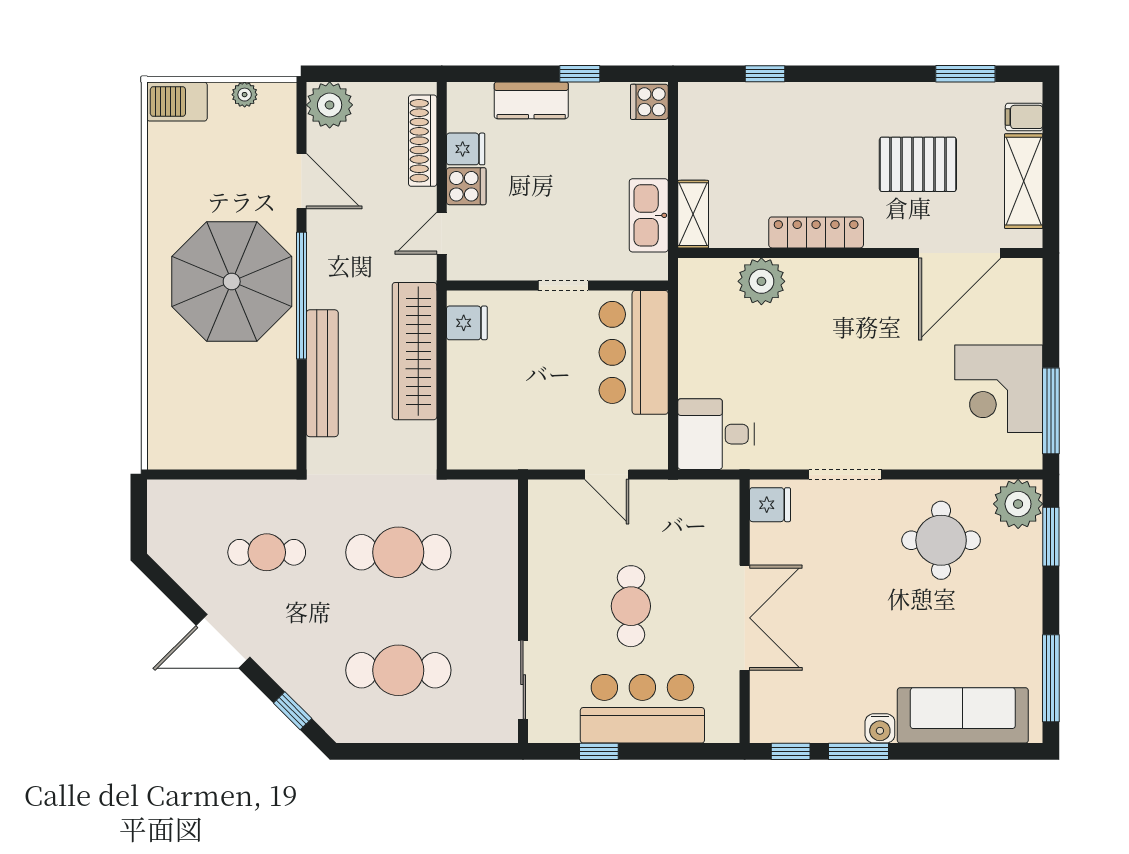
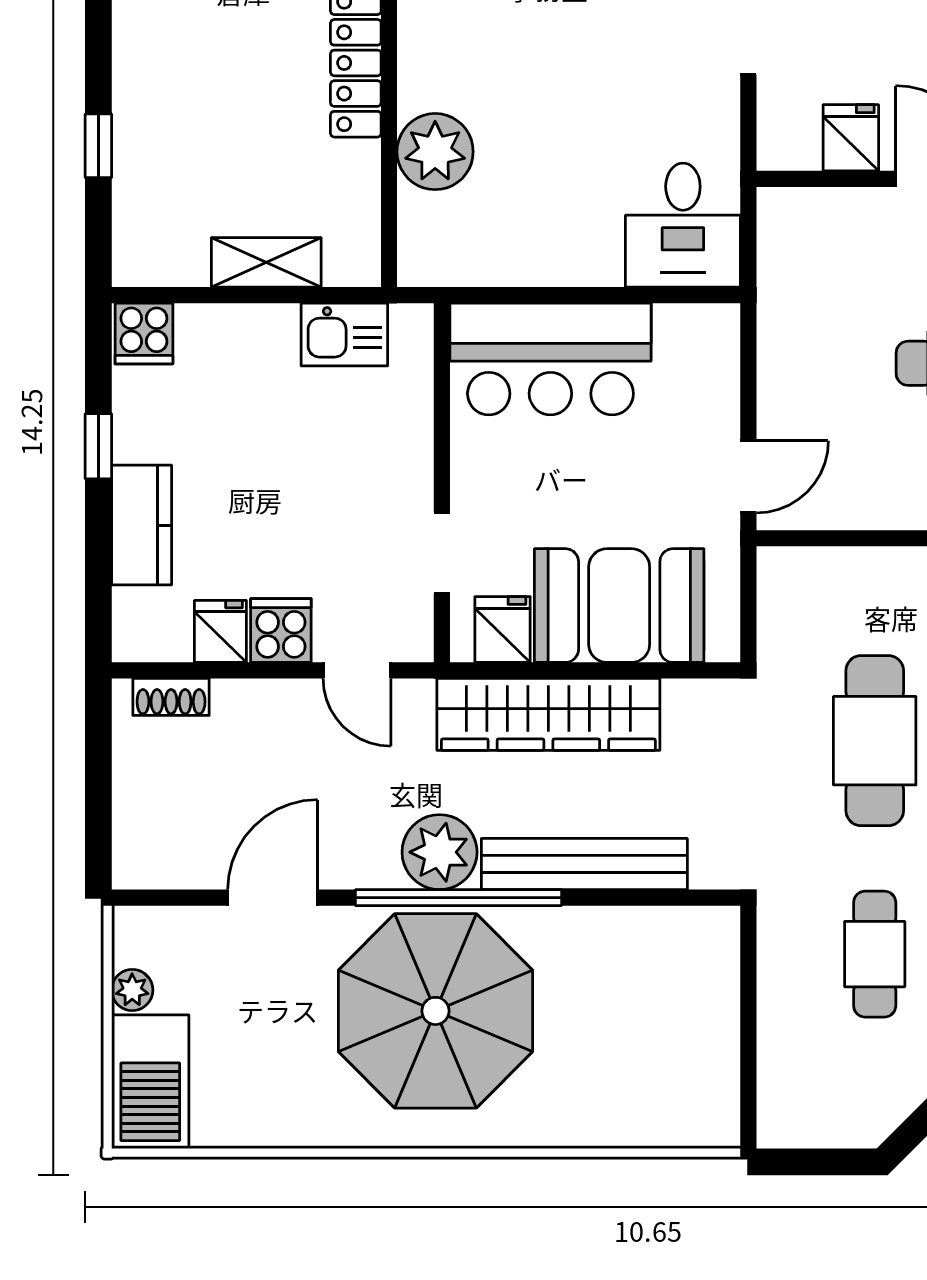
barbecue: (177, 102) -> (150, 1082), width x1.37, depth x1.21
plant: (330, 105) -> (440, 852), moved
shoe rack: (423, 141) -> (171, 697), width x0.51, depth x0.81
shelving: (693, 214) -> (266, 262), moved
kitchen sink: (649, 215) -> (344, 334), width x0.73
doorway: (563, 285) -> (442, 553), moved
booth: (482, 395) -> (619, 606), added
door: (607, 474) -> (748, 477), moved
fridge: (770, 505) -> (851, 138), moved

